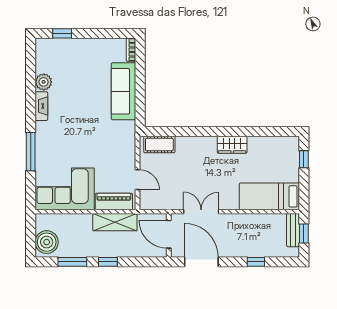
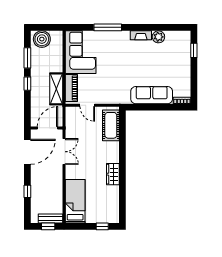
cot: (159, 145) -> (111, 125), width x1.37, depth x1.34
door: (138, 180) -> (87, 105), hinge flipped

